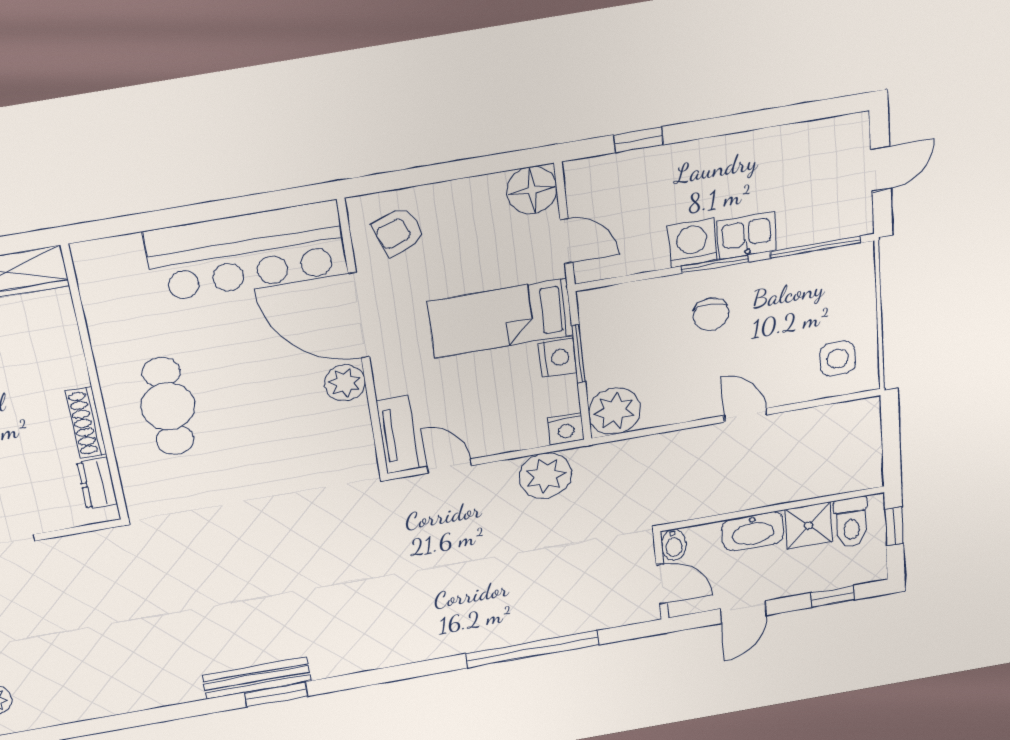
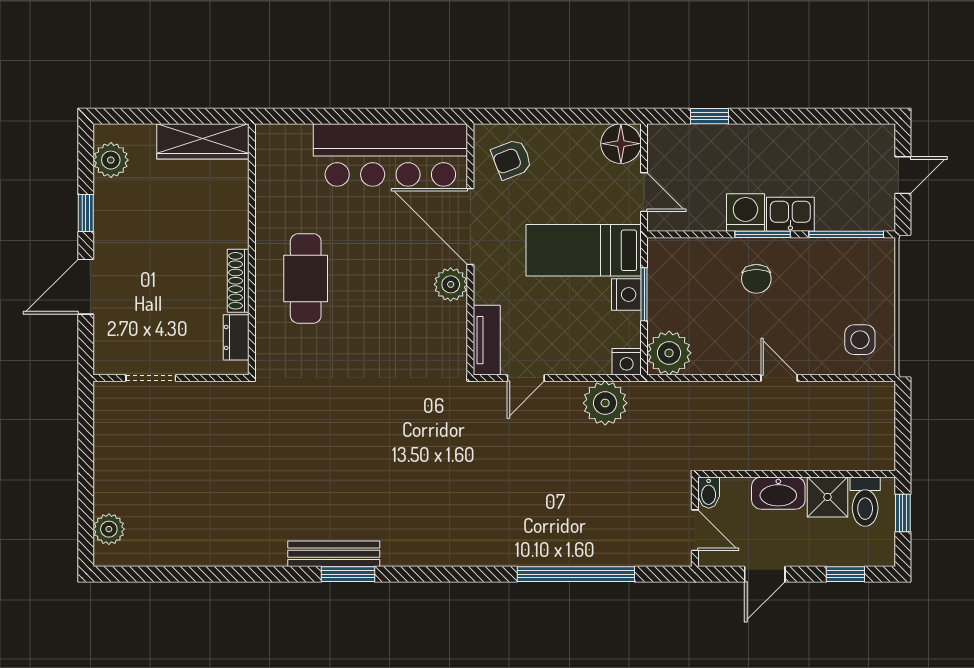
door: (449, 466) -> (526, 378), swing flipped

